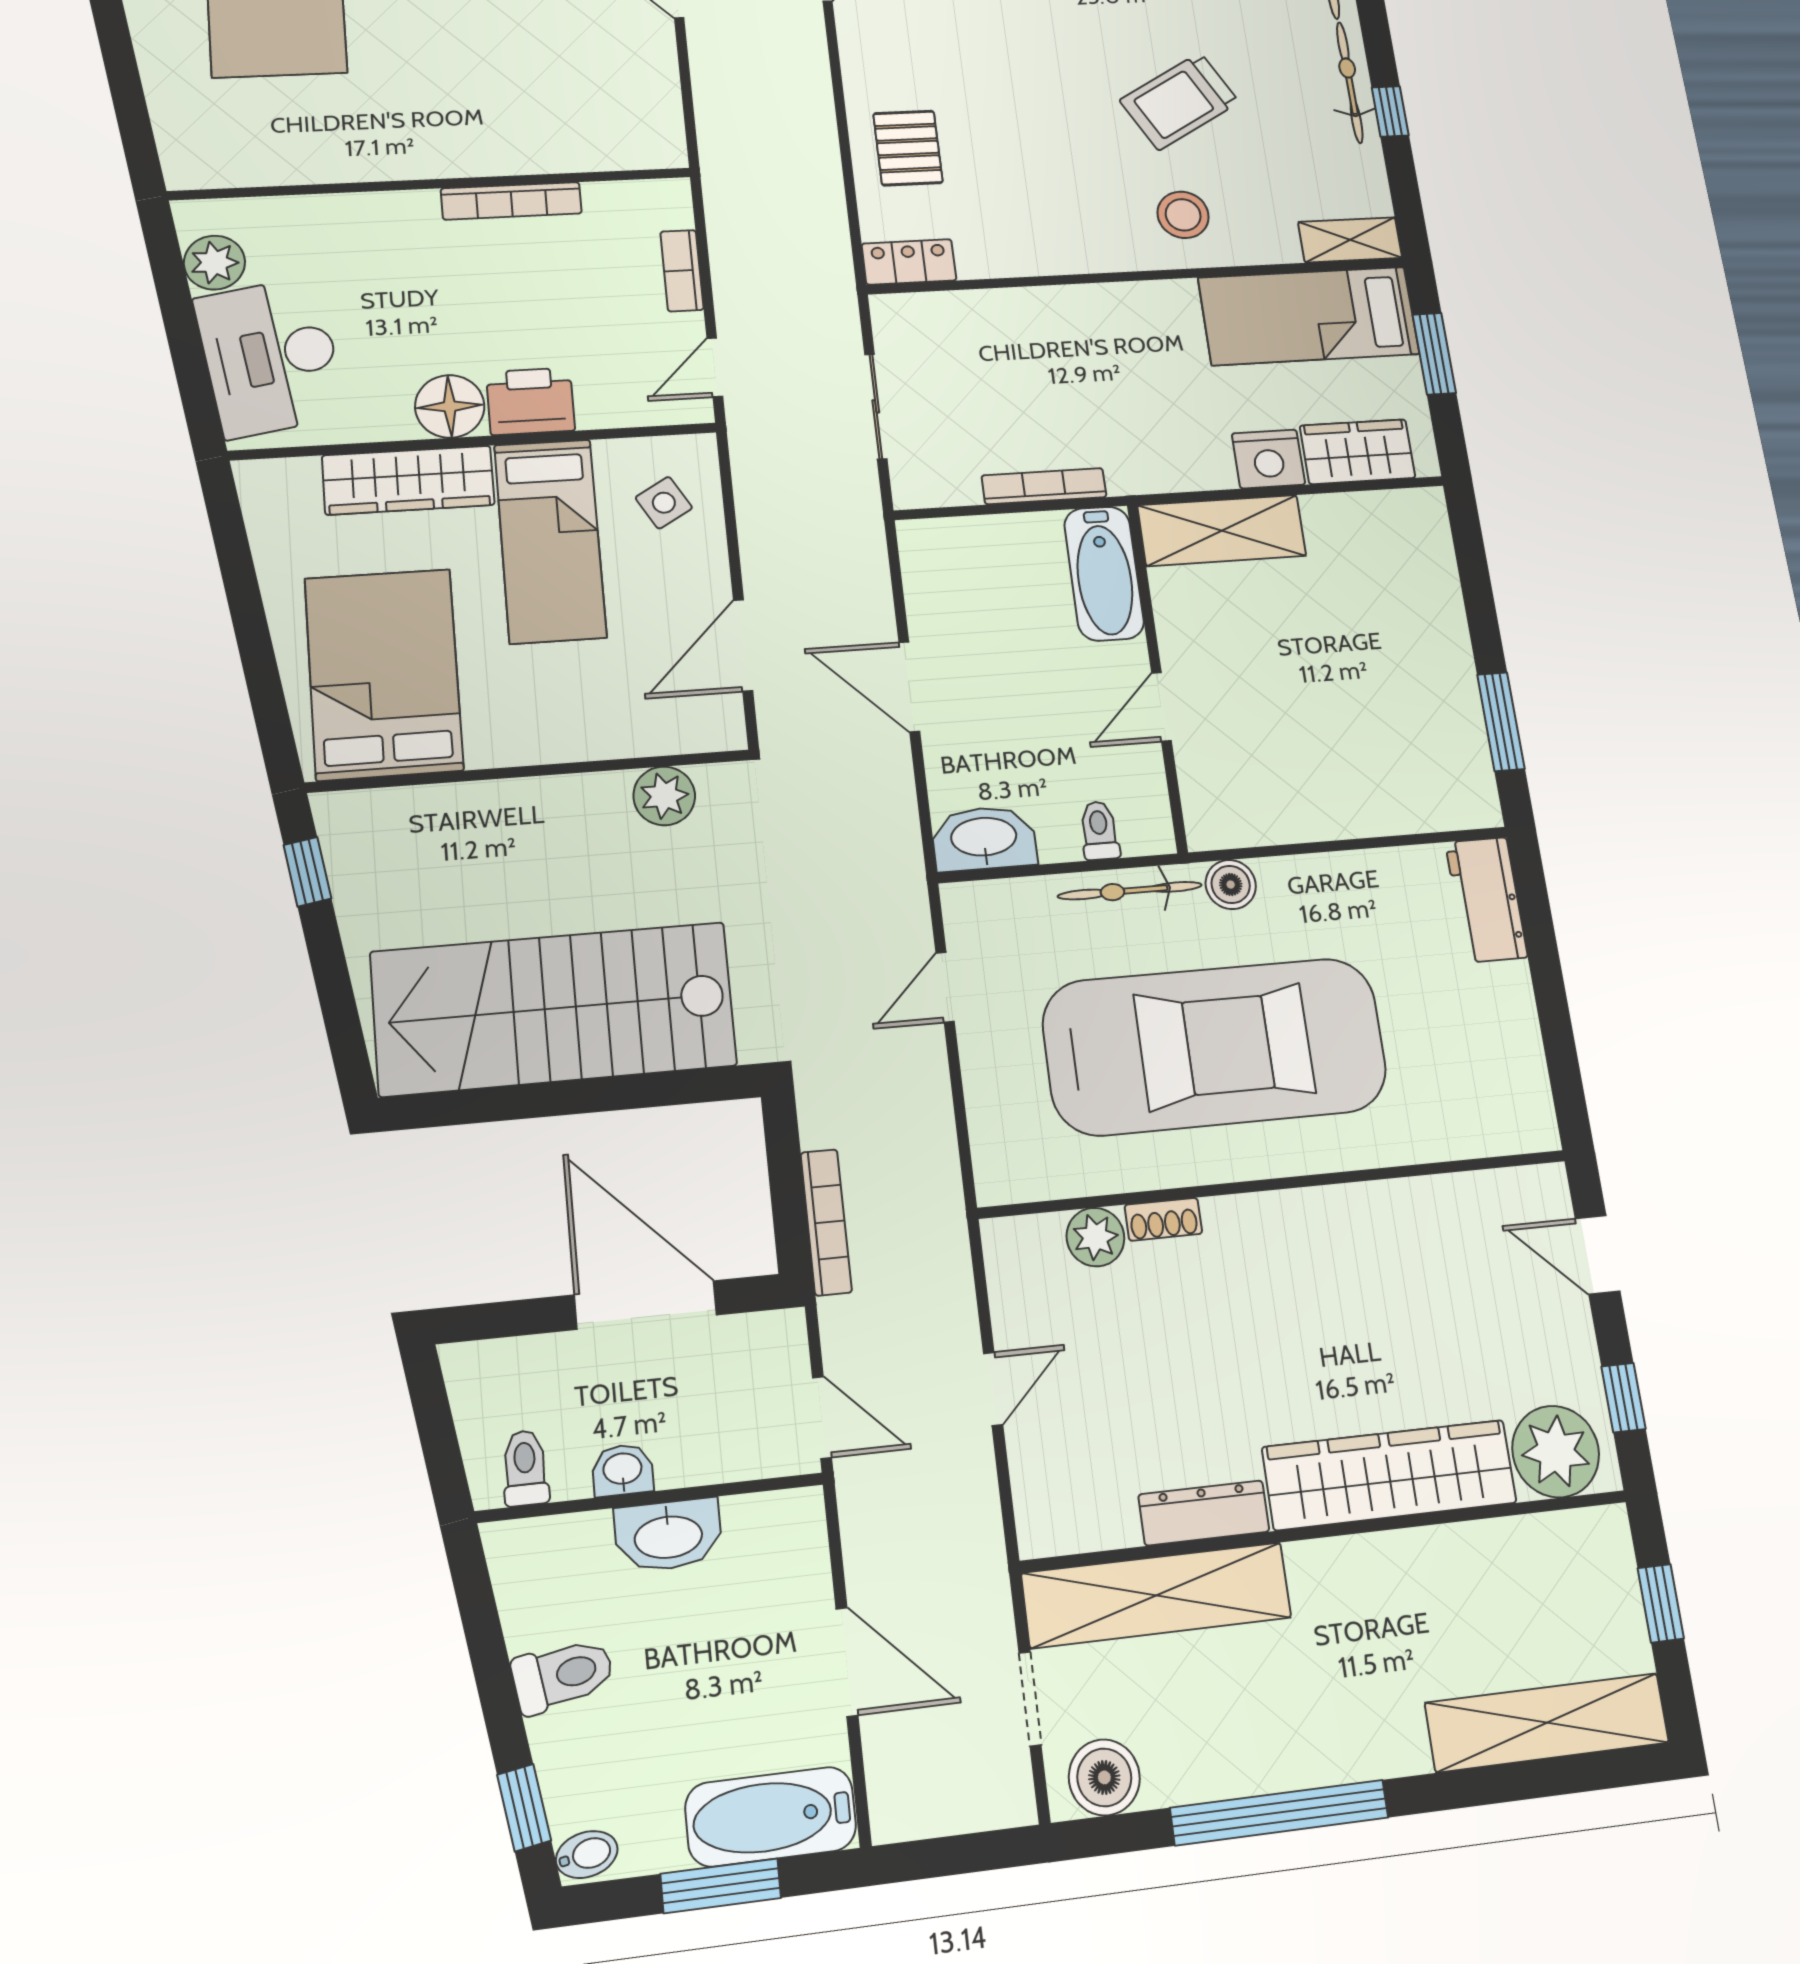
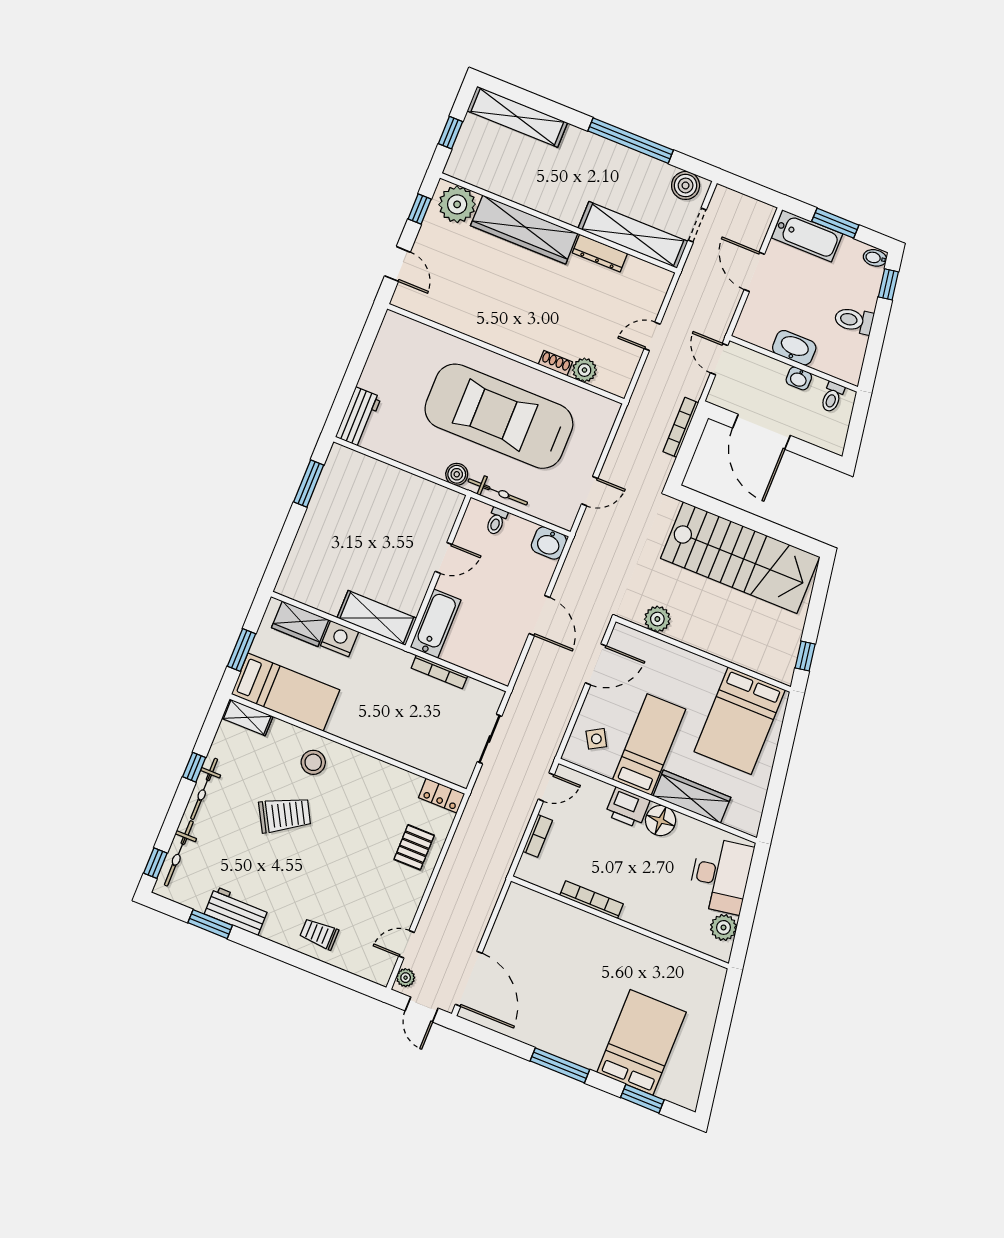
washbasin: (984, 838) -> (549, 543), width x0.72

